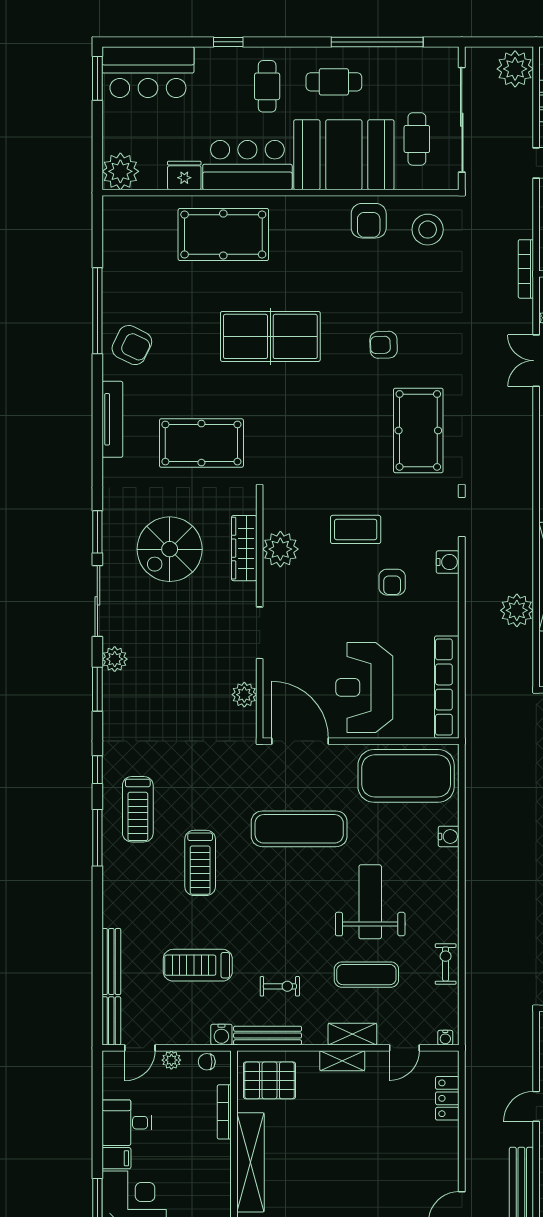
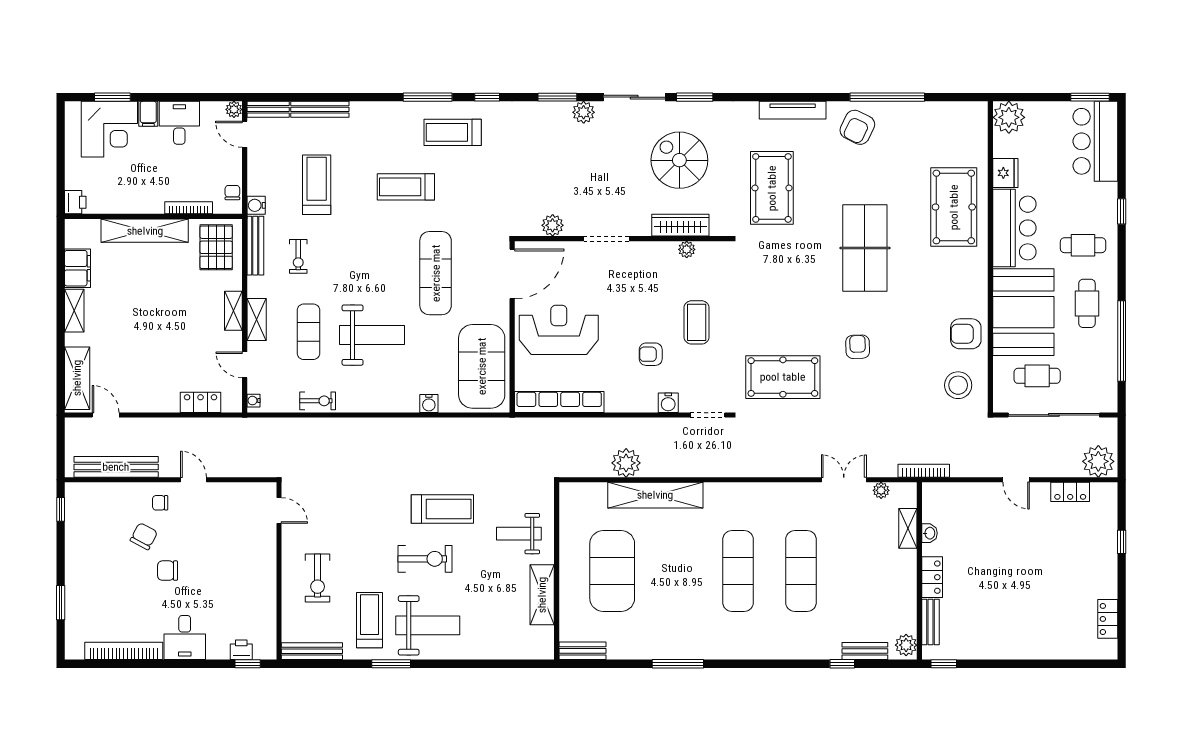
plant: (280, 549) -> (687, 249), width x0.53, depth x0.53
plant: (171, 1060) -> (234, 109), moved

